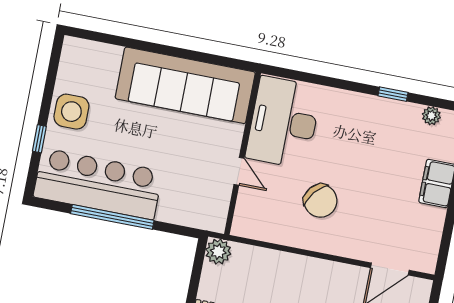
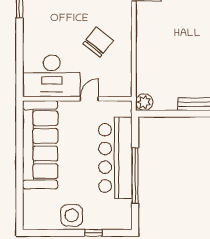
bar counter: (98, 184) -> (115, 158), moved

